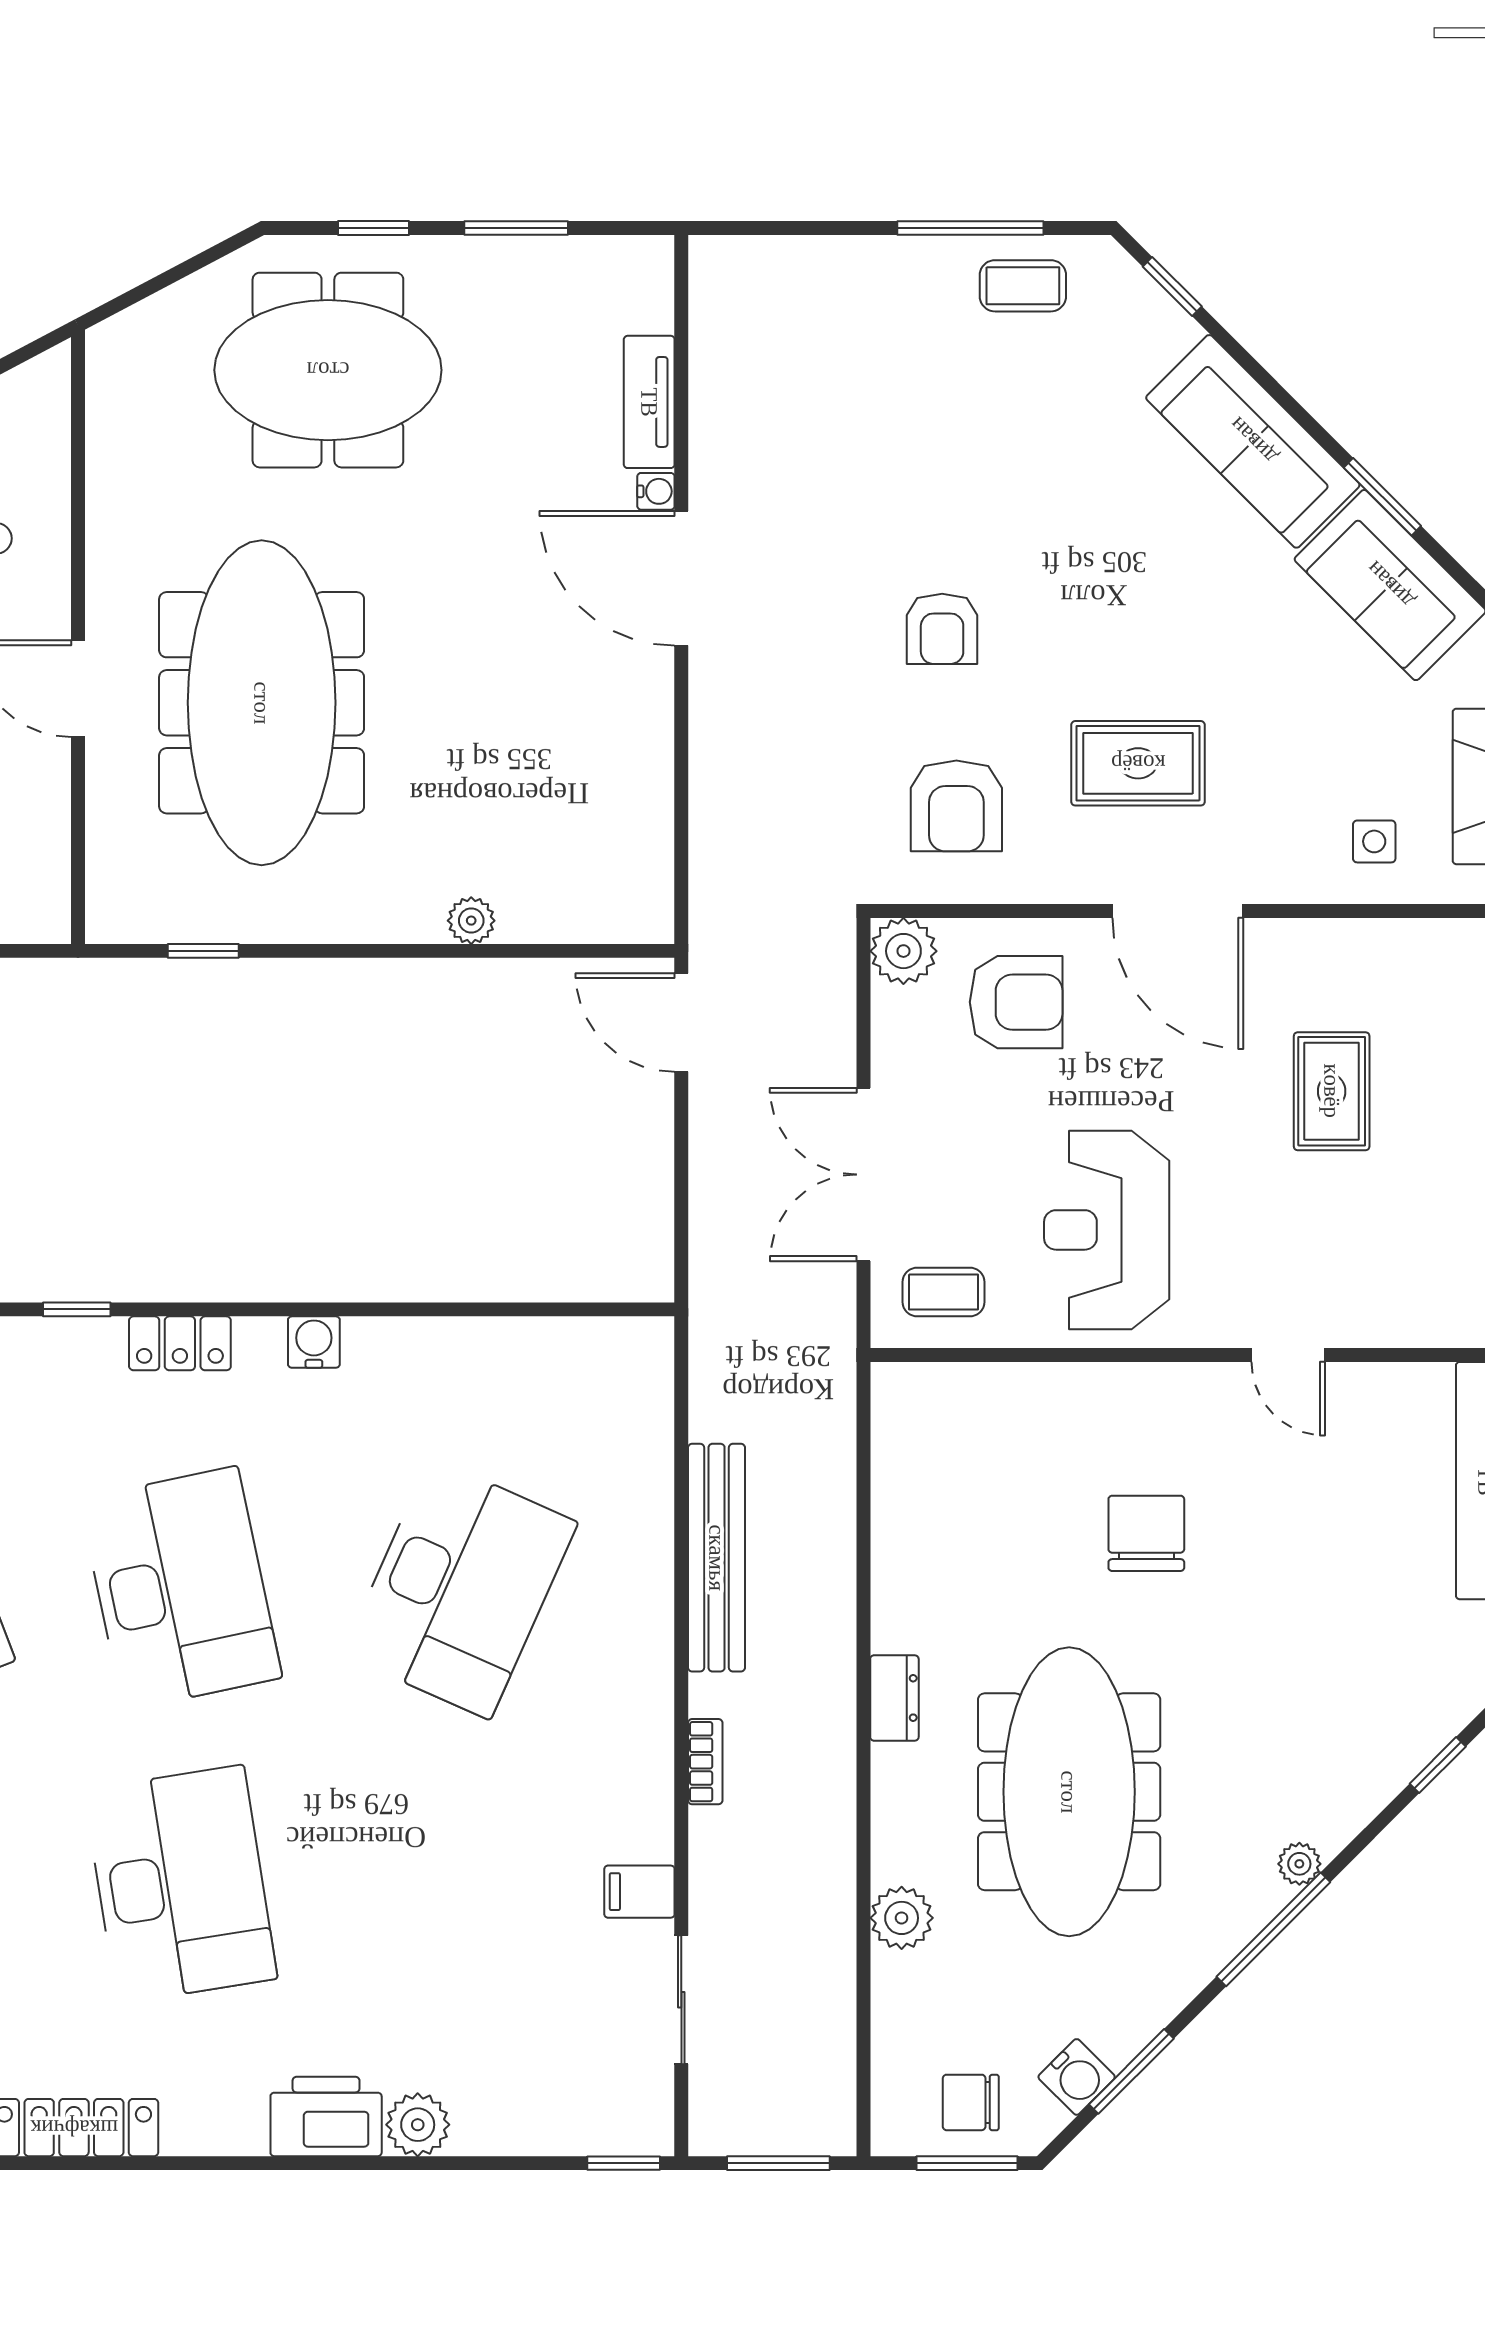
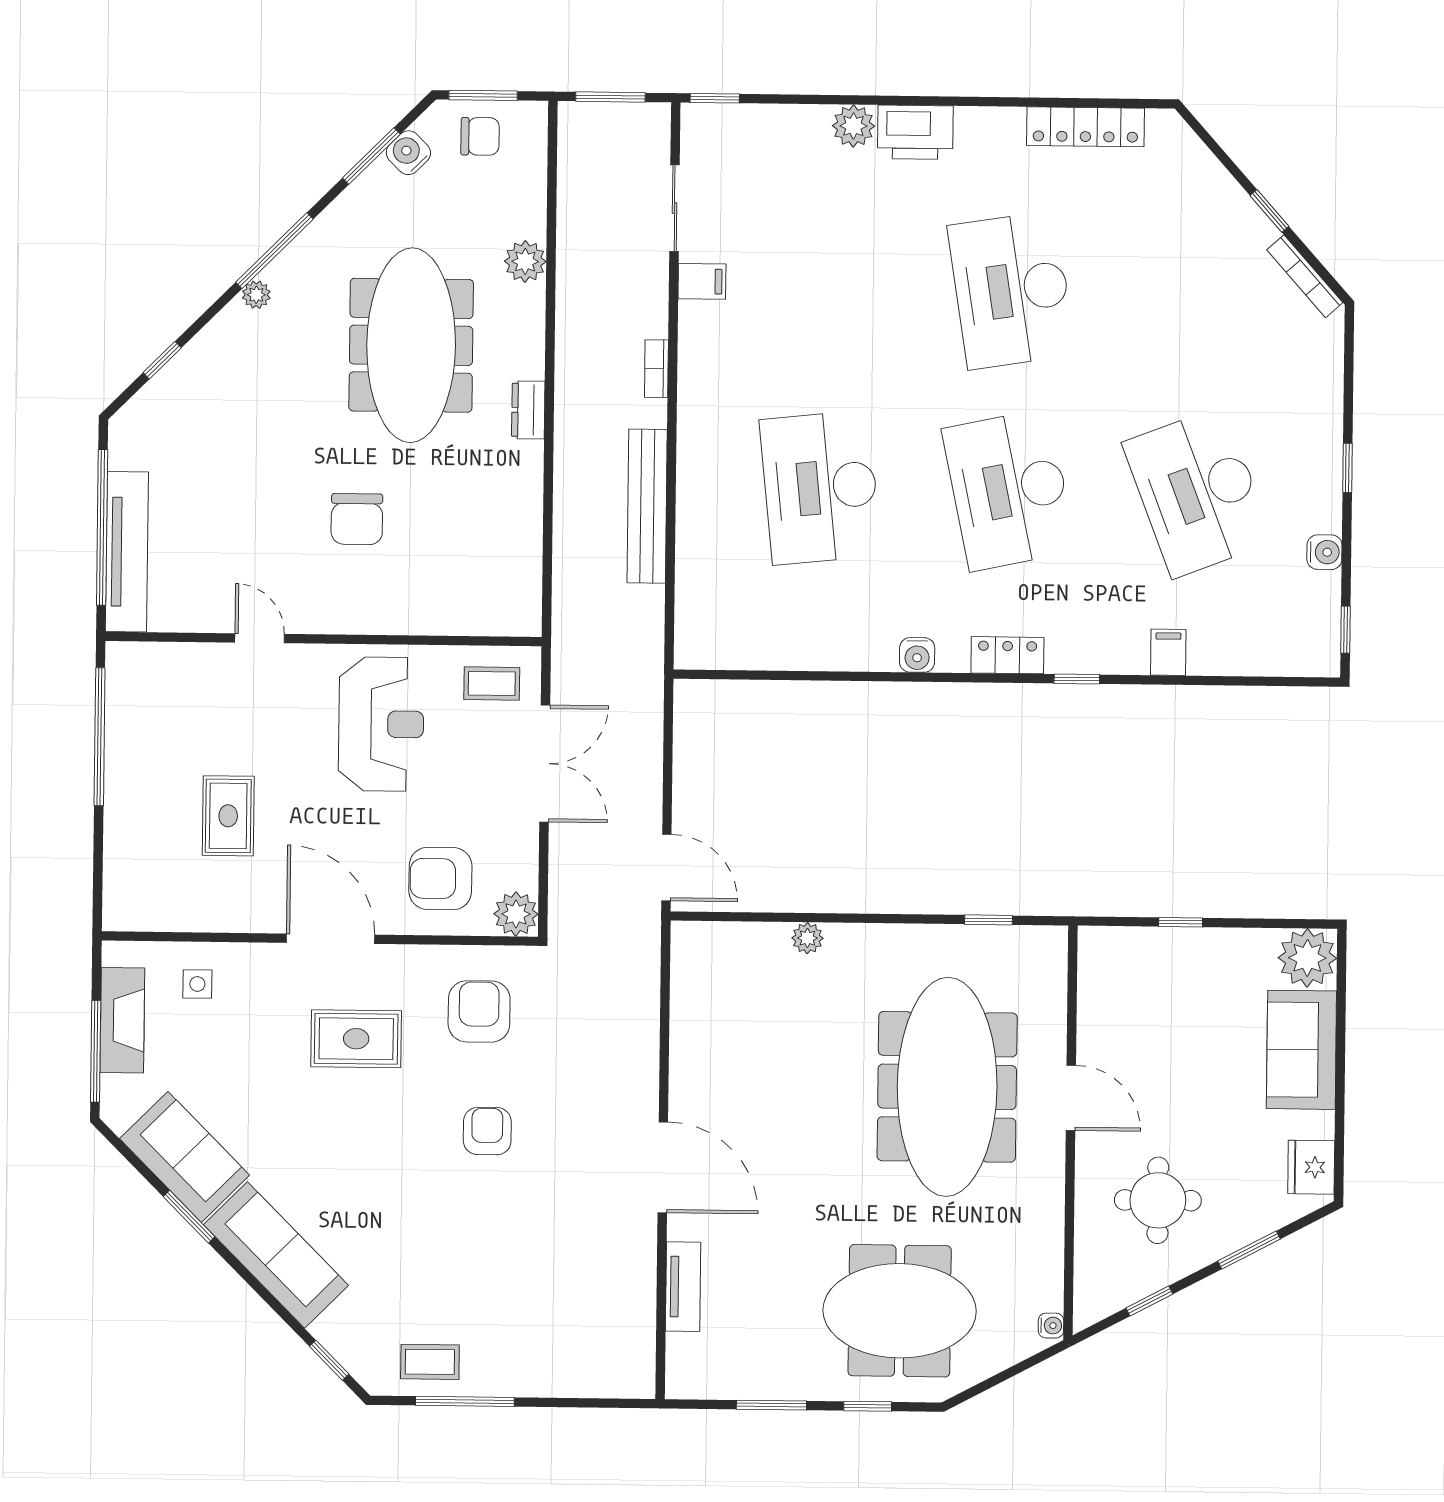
water cooler: (656, 491) -> (1051, 1326), moved, turned 180
desk: (460, 1588) -> (820, 488), turned -30

